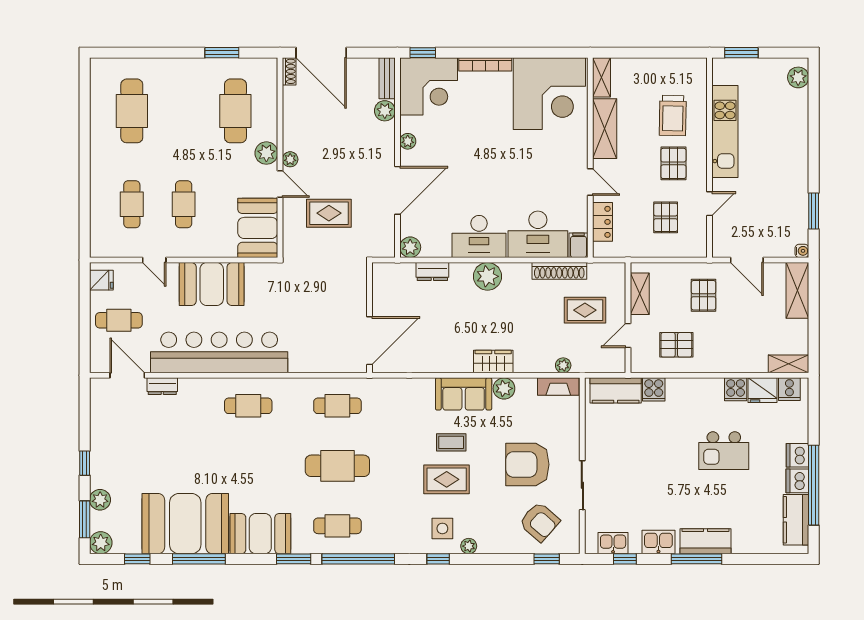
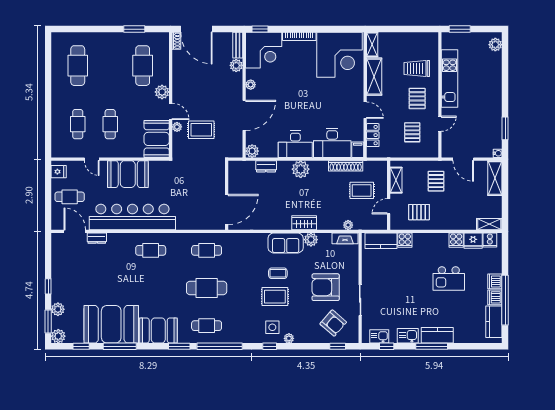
trolley: (673, 116) -> (417, 68), turned 89
plant: (290, 159) -> (177, 127), moved

